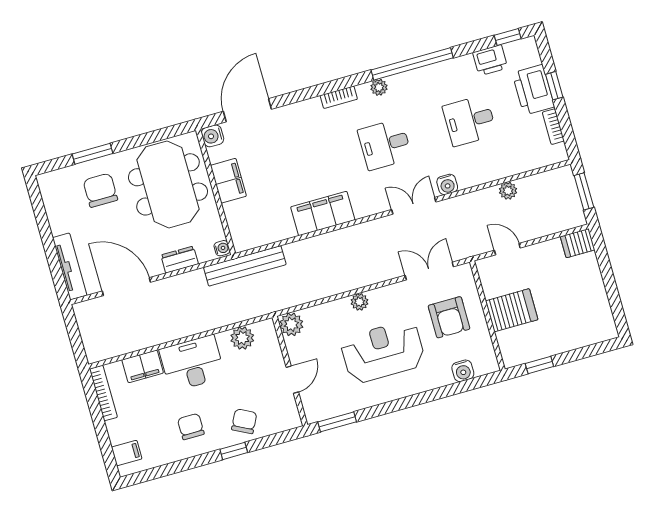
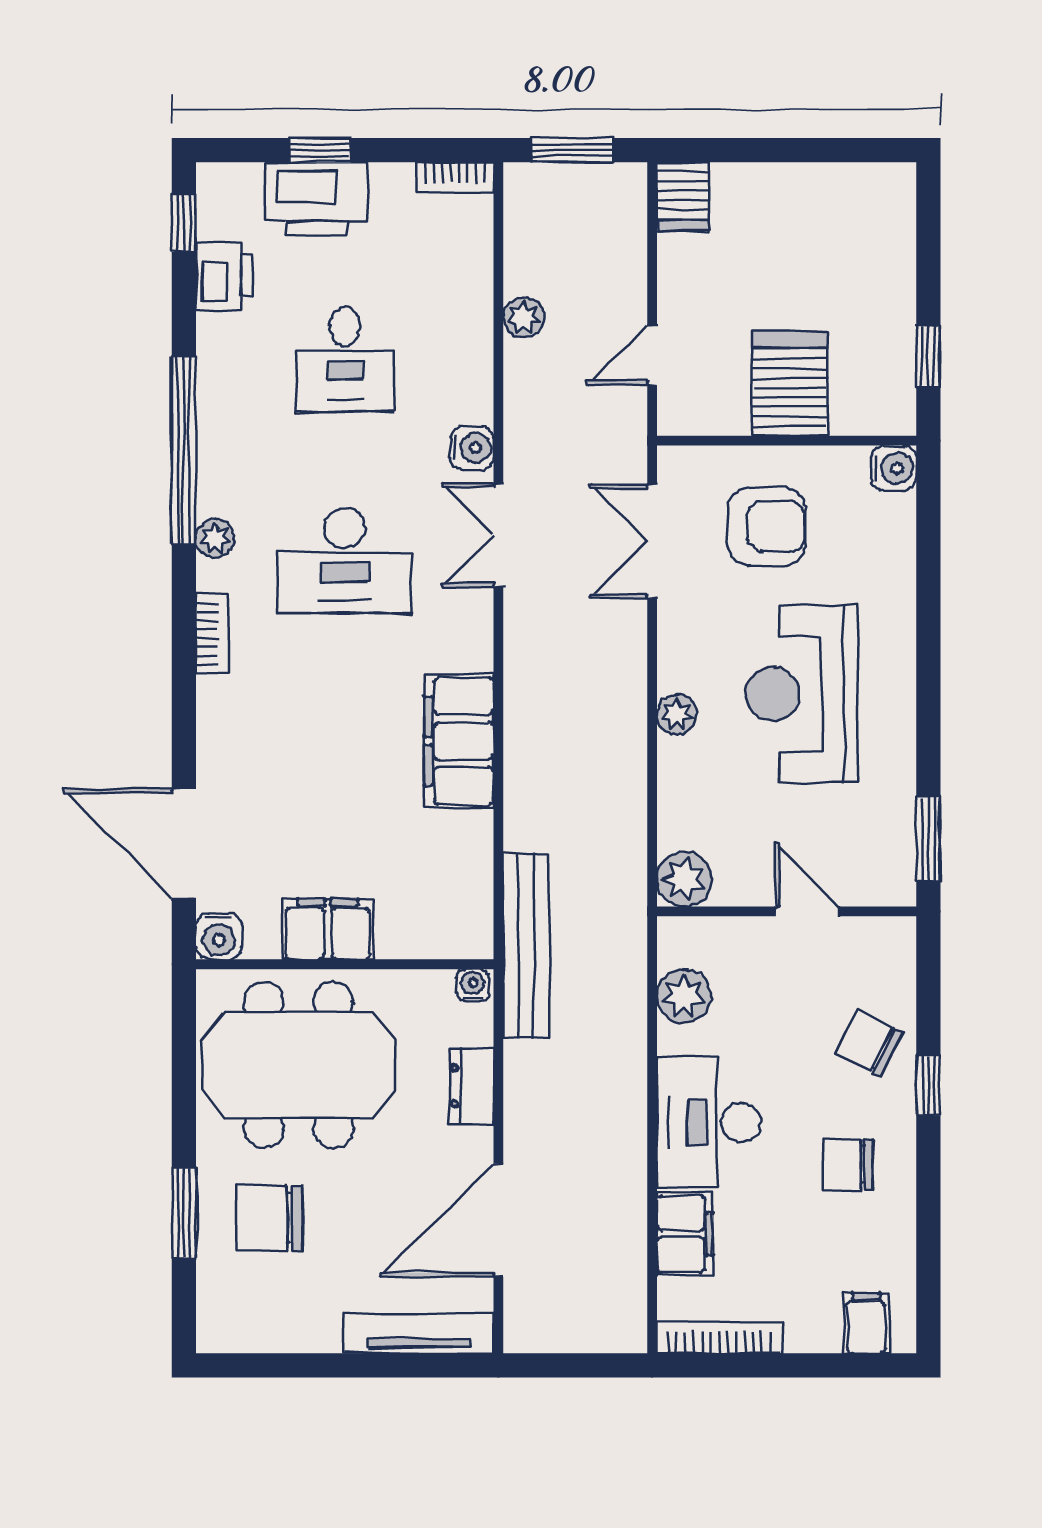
bookcase: (553, 127) -> (455, 178), moved
desk: (385, 144) -> (345, 561), width x1.37
water cooler: (463, 371) -> (893, 468), moved

